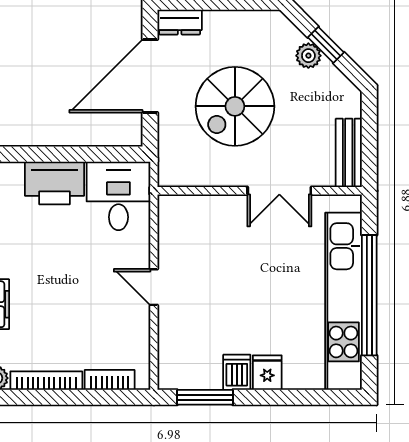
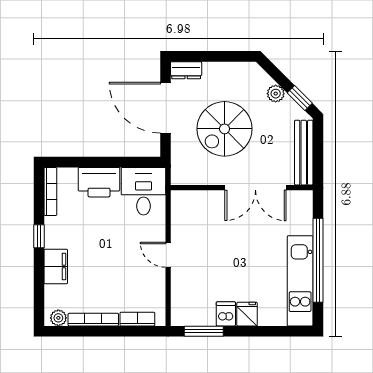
window: (326, 45) -> (300, 98), moved
door: (150, 76) -> (165, 108), hinge flipped
bench: (349, 153) -> (304, 153), width x1.36
double door: (279, 191) -> (255, 188), width x1.37
kitchen unit: (344, 301) -> (300, 281), width x0.73

